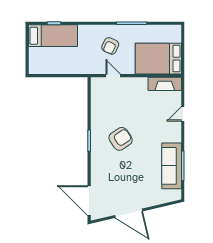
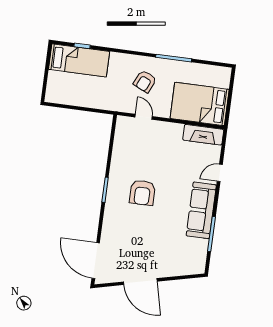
armchair: (121, 139) -> (142, 193), turned 124
sofa: (172, 166) -> (201, 210), moved

